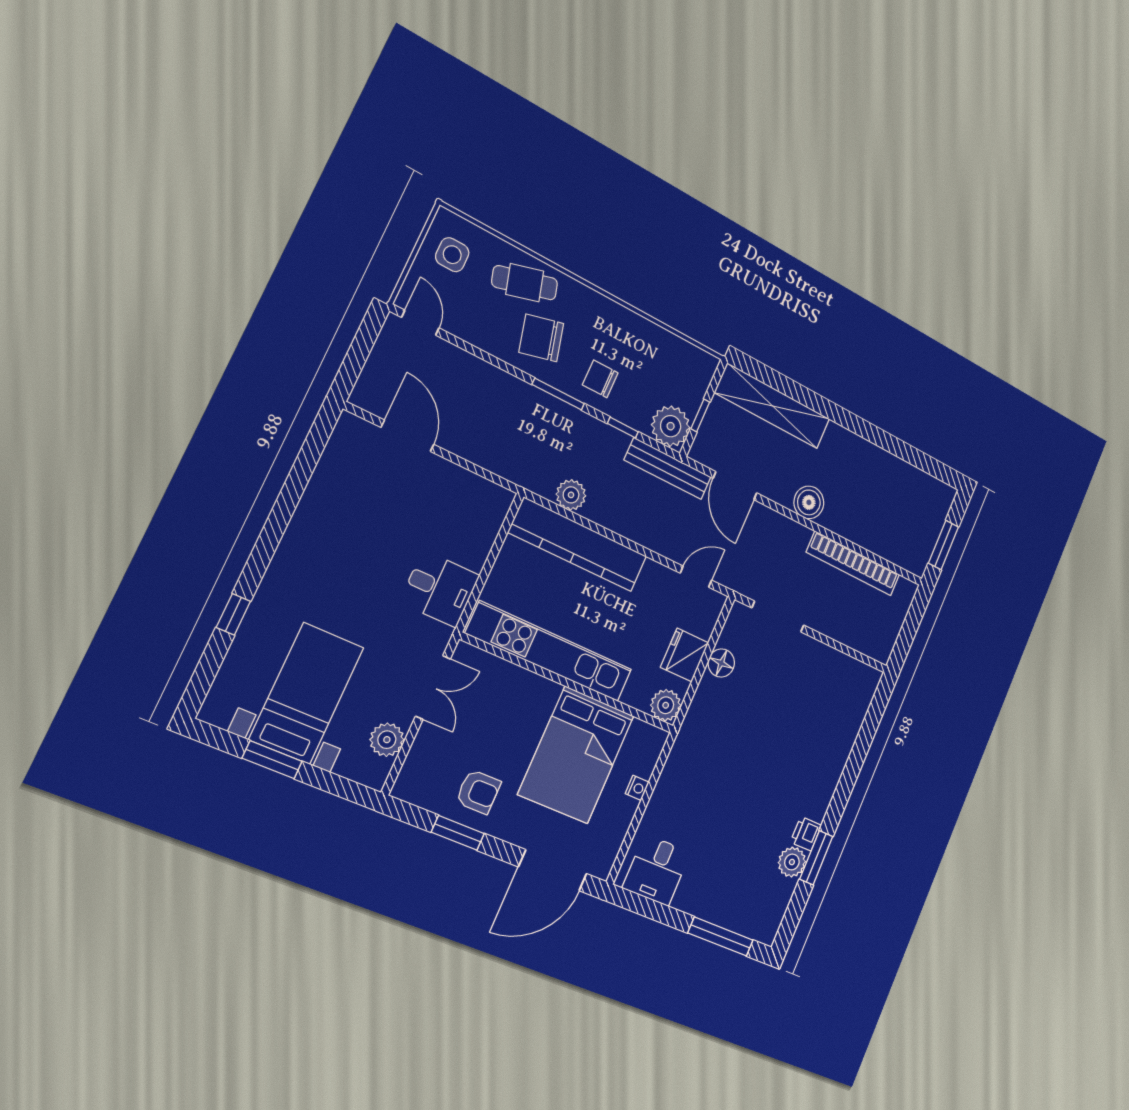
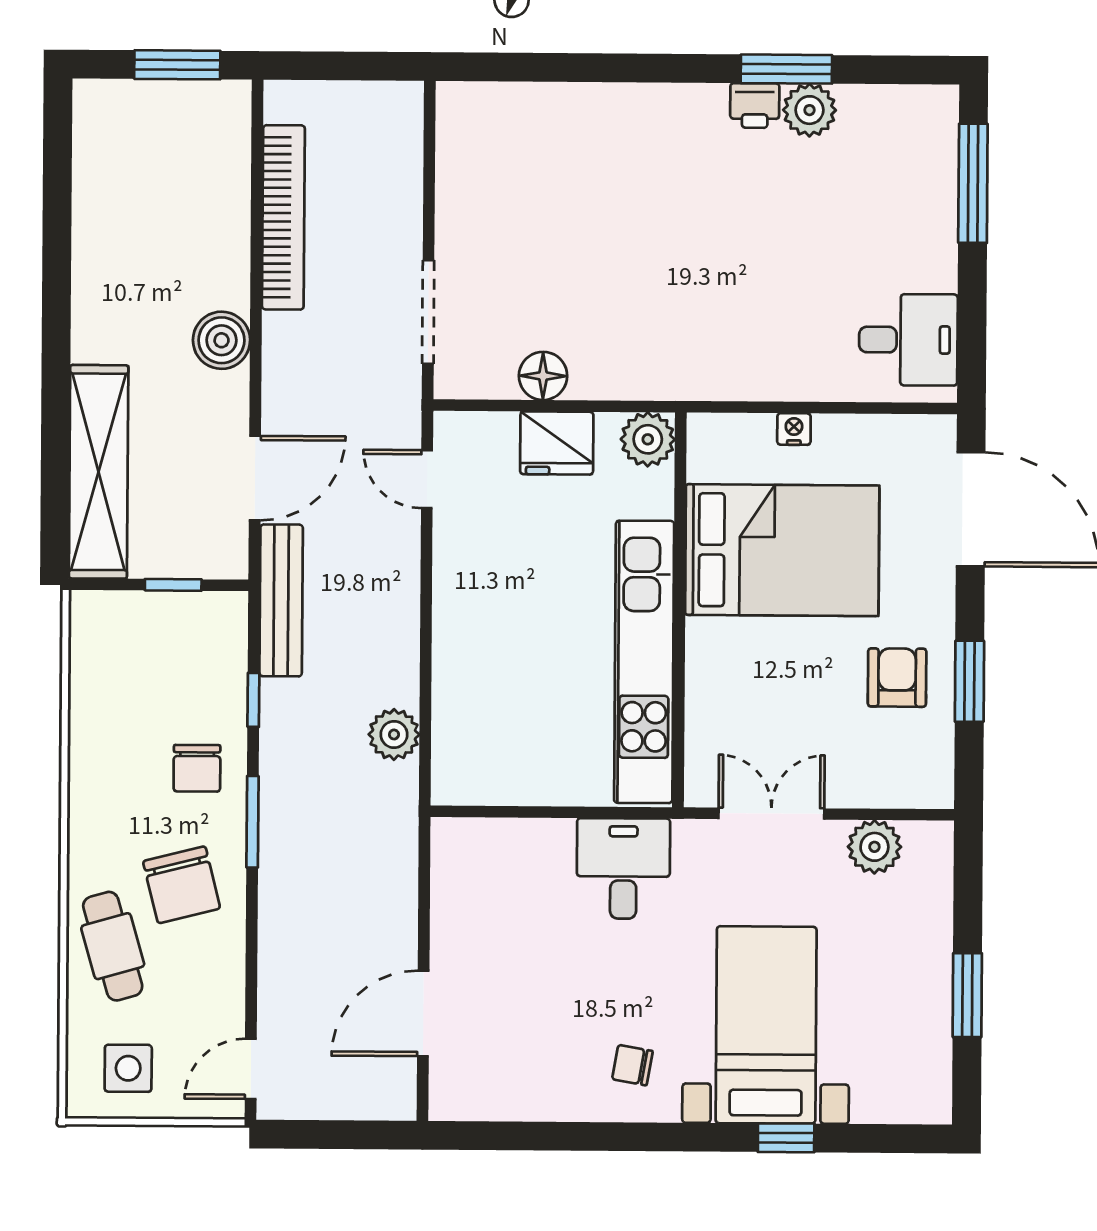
plant: (671, 426) -> (214, 625), removed
chair: (321, 542) -> (632, 1065), added
kitchen counter: (578, 545) -> (464, 690), removed
bed with nightstands: (307, 693) -> (766, 1025), moved, turned 90

